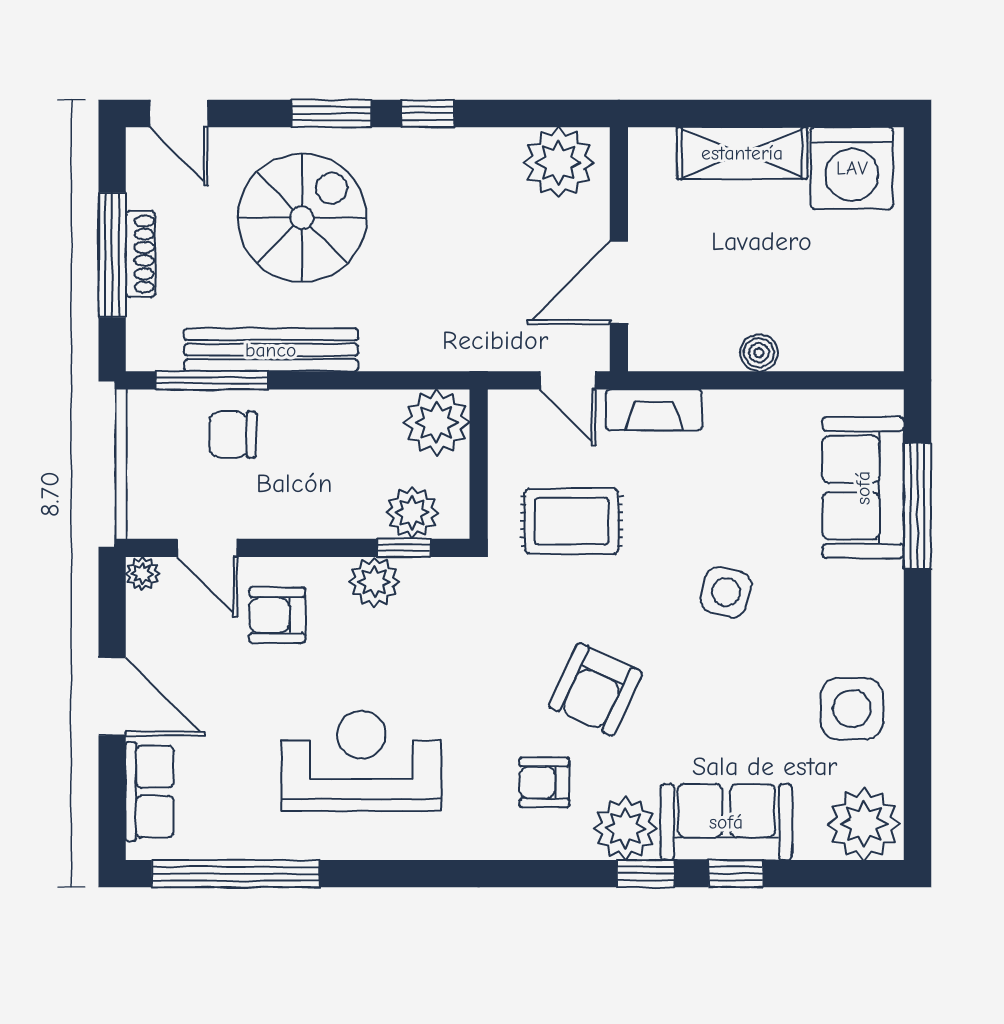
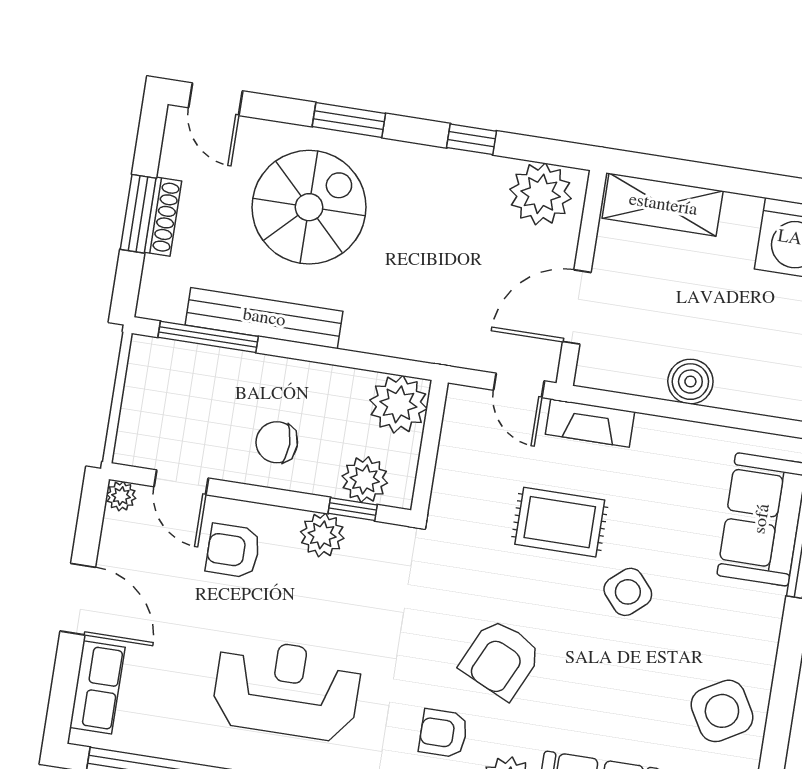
window: (427, 113) -> (472, 139), moved
shelving: (742, 153) -> (663, 205), moved
window: (112, 255) -> (138, 214), width x0.69
boiler: (759, 353) -> (690, 382), width x1.36, depth x1.36
chair: (233, 435) -> (277, 442), moved
rug: (572, 521) -> (560, 522), moved
side table: (726, 592) -> (628, 592), turned 35
side table: (852, 709) -> (722, 711), turned -30

